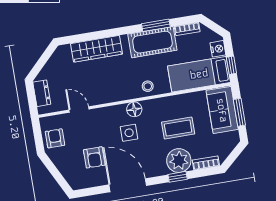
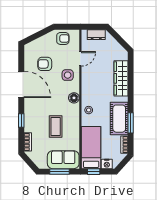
side table: (129, 133) -> (68, 75), moved
plant: (179, 161) -> (33, 123), removed
door: (128, 185) -> (21, 84), hinge flipped

